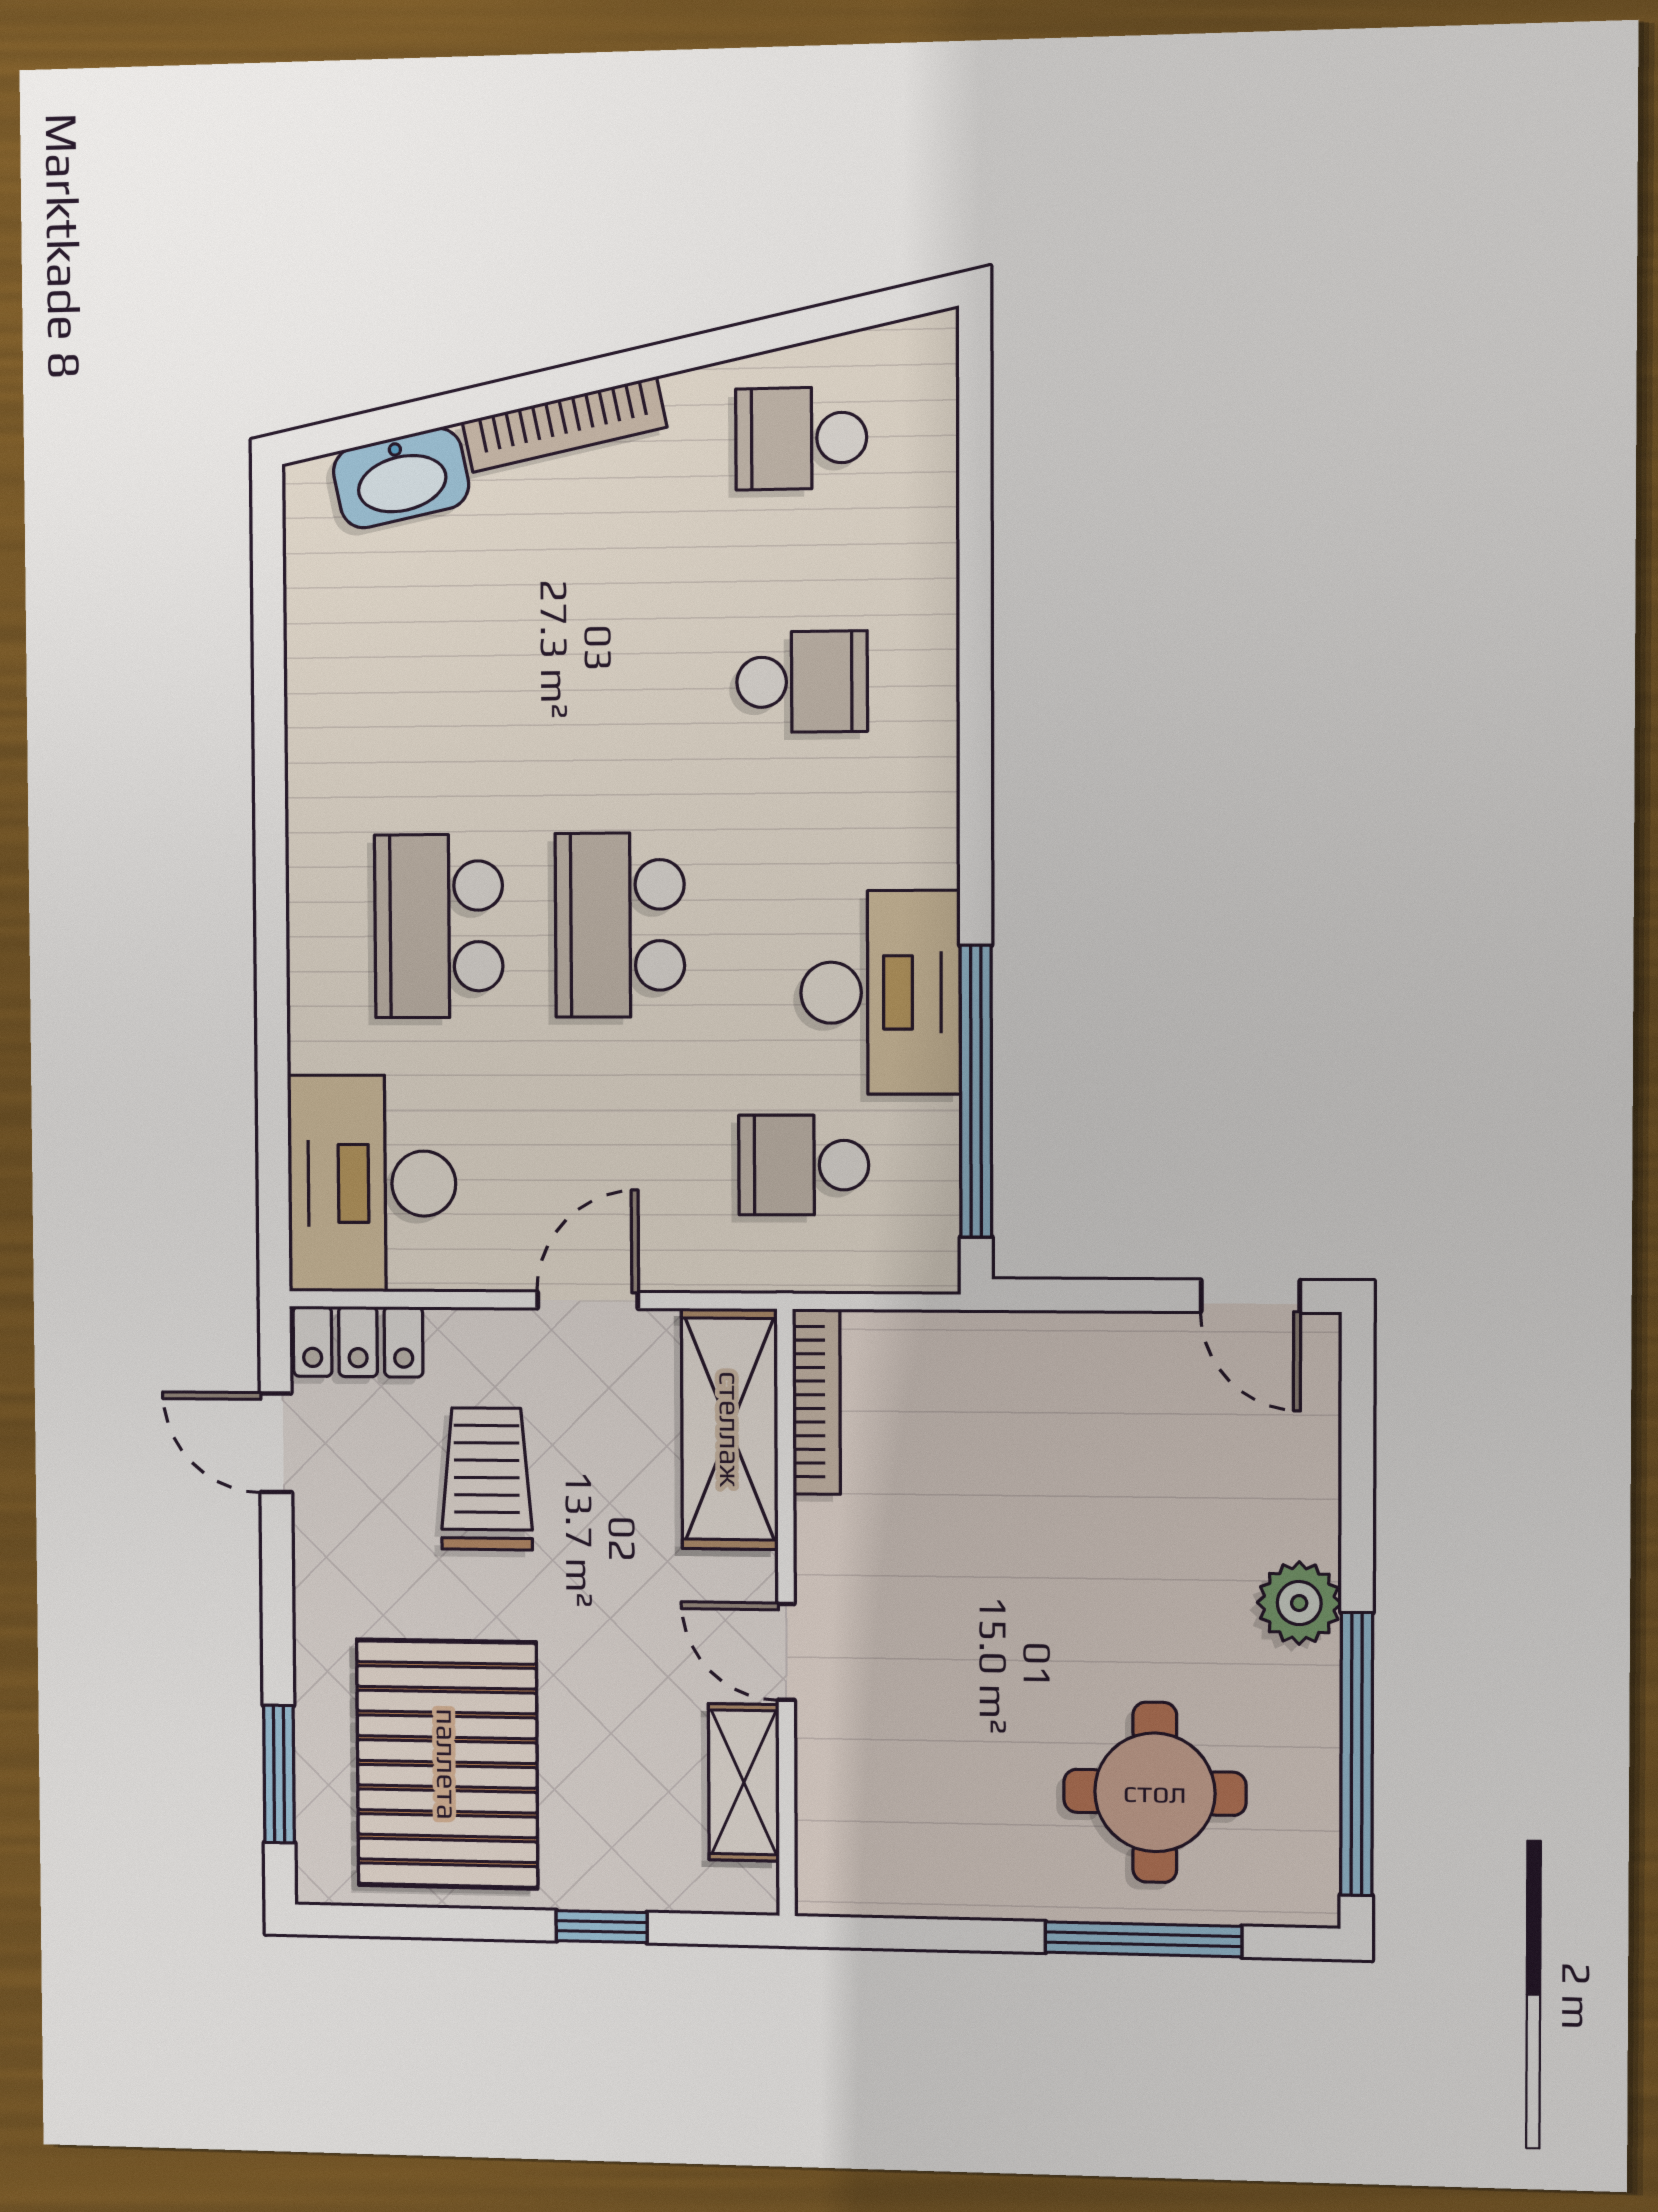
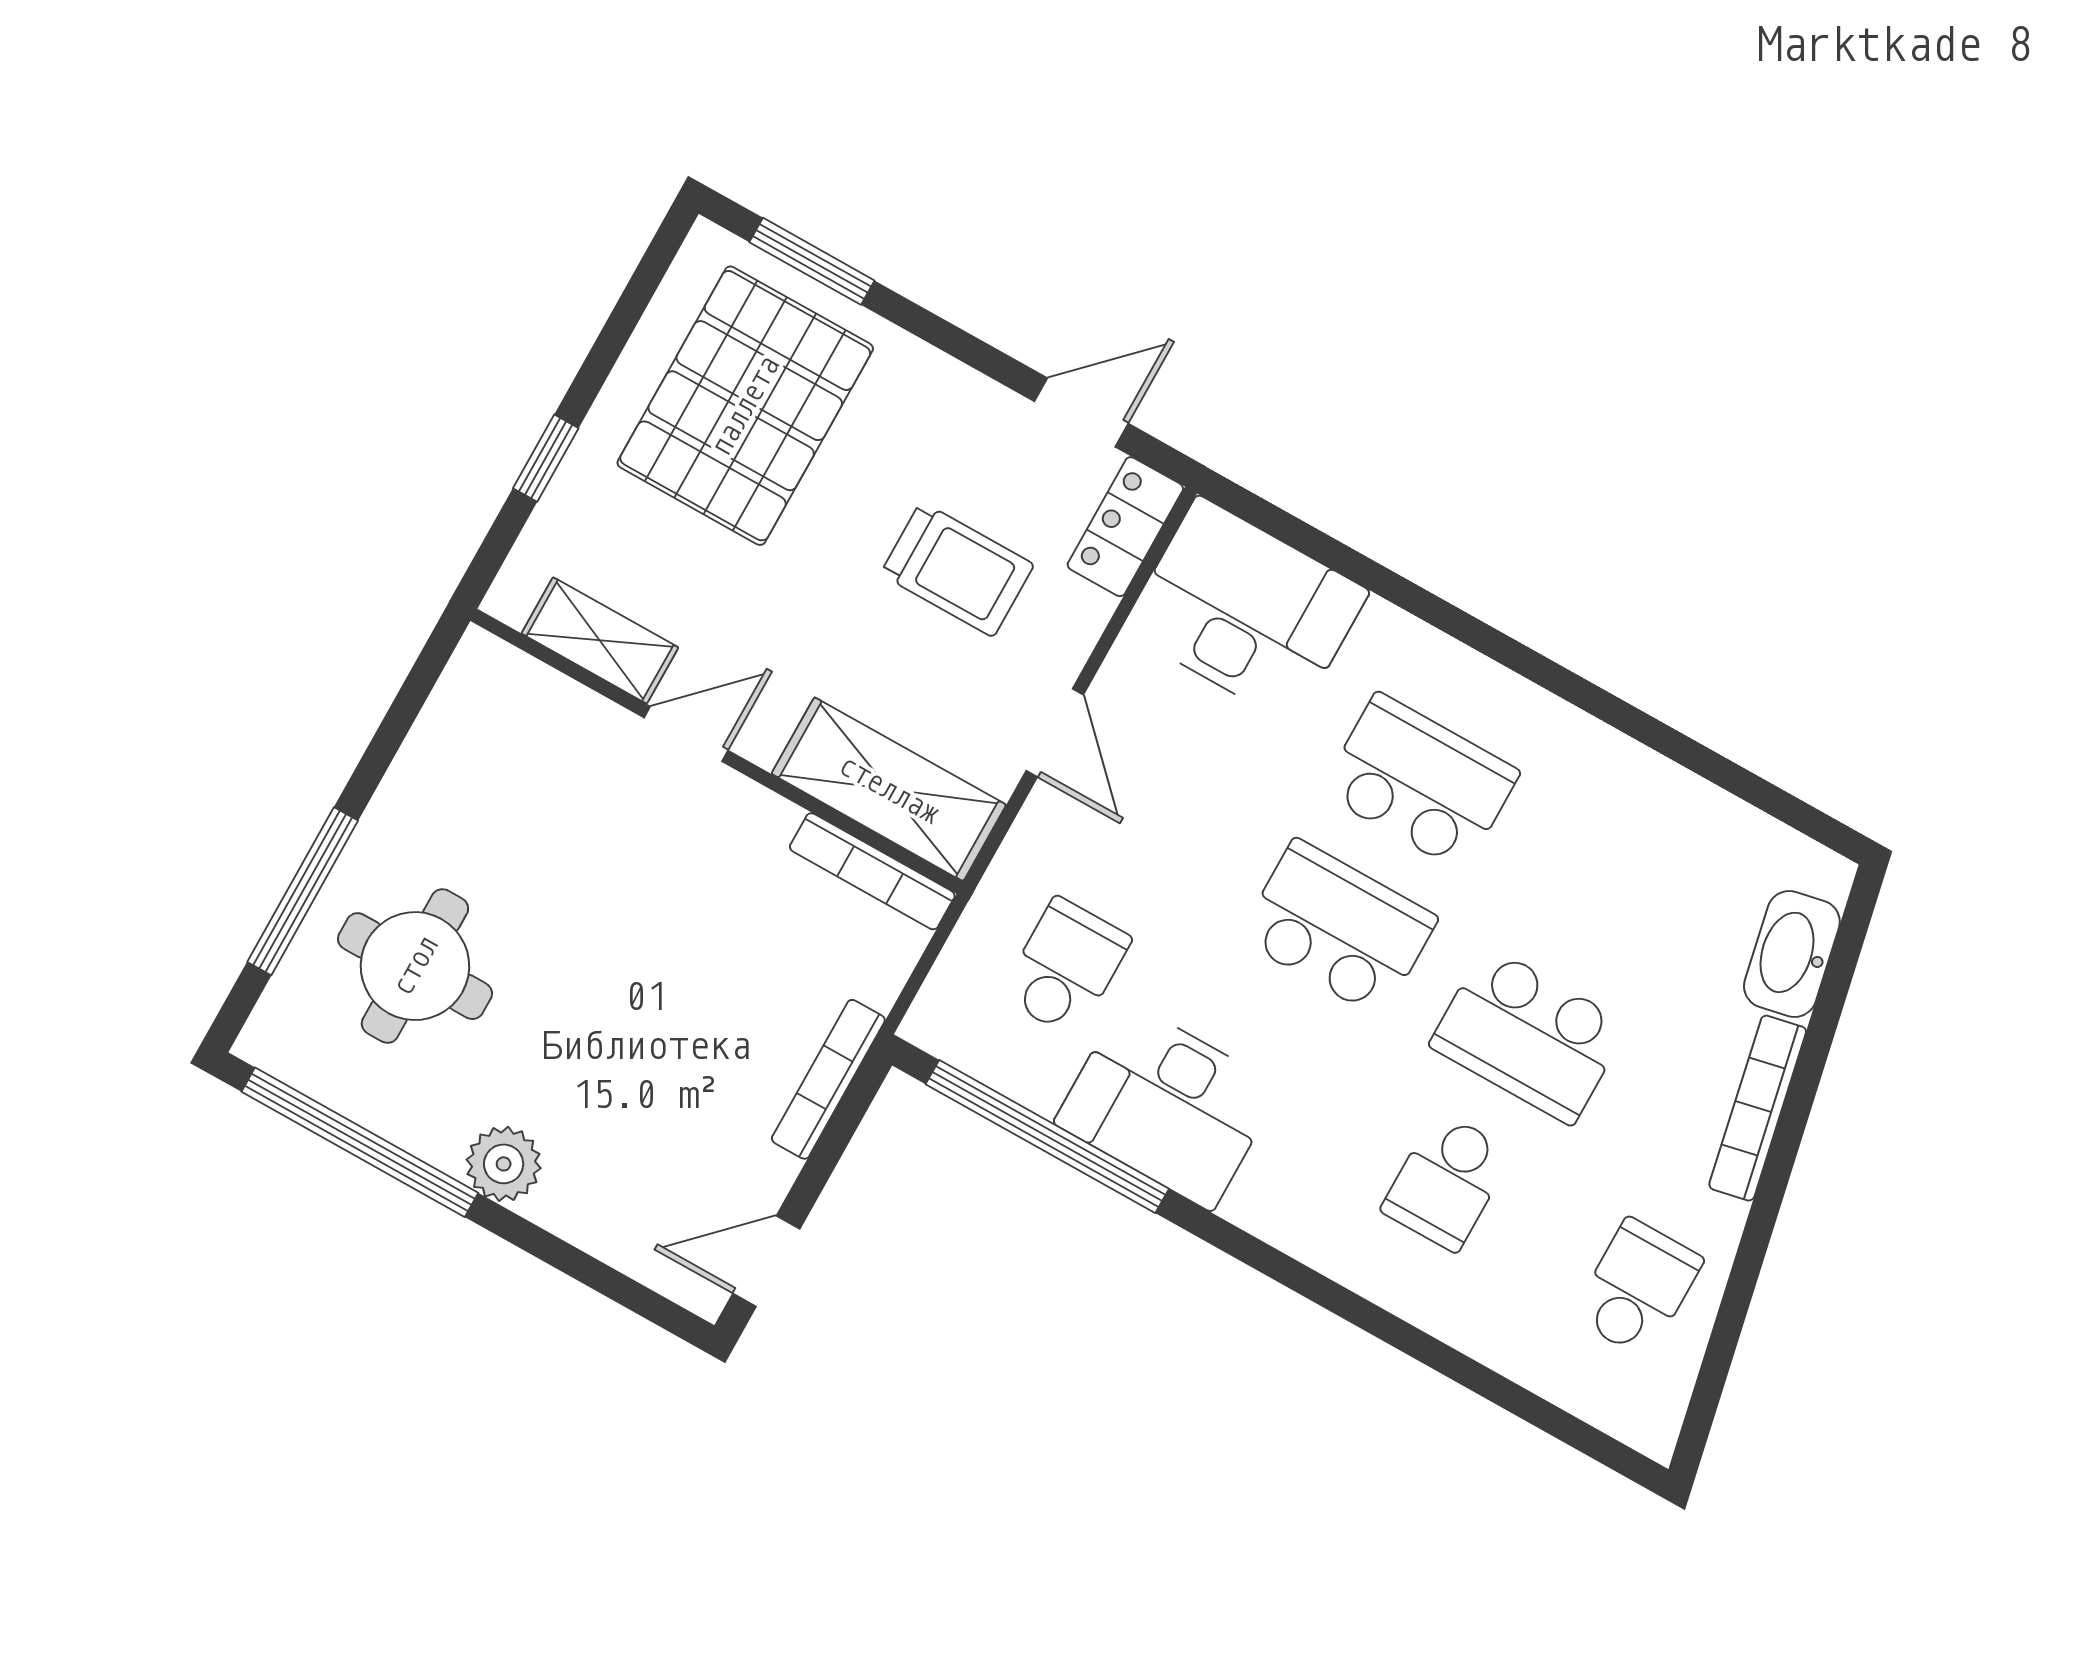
school desk: (619, 684) -> (1529, 1035), added
bookcase: (1040, 1333) -> (828, 1079), added
pallet: (447, 1764) -> (745, 406), turned 90

